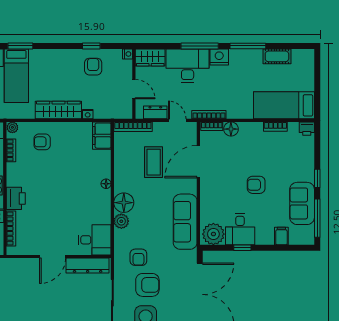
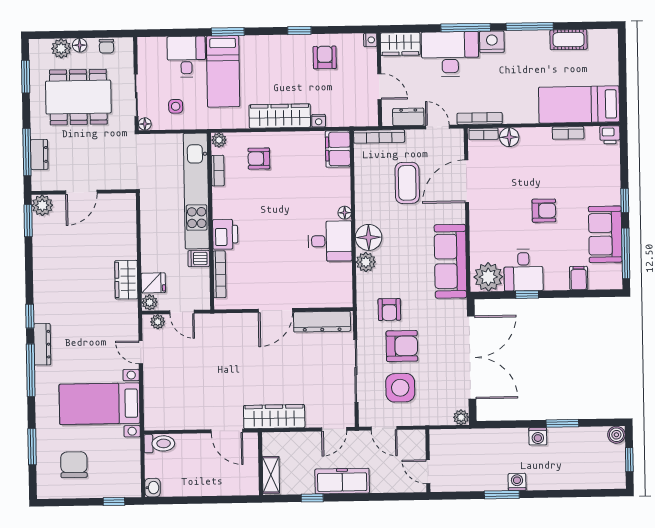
window: (91, 46) -> (299, 30), moved
armchair: (256, 185) -> (544, 211), turned 180
desk: (95, 240) -> (330, 241), moved

